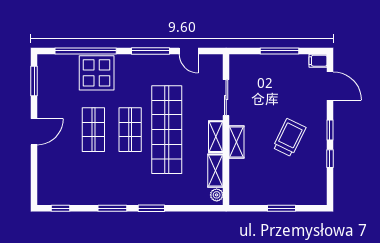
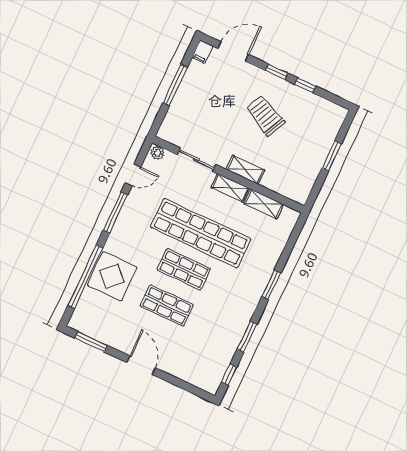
plant: (217, 195) -> (157, 153), moved
window: (112, 208) -> (247, 337), moved

